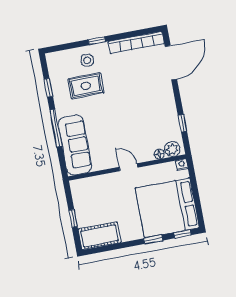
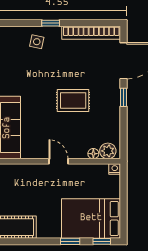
rug: (86, 86) -> (73, 100), moved
window: (182, 123) -> (123, 97), moved
bed: (167, 208) -> (91, 218), width x0.73

